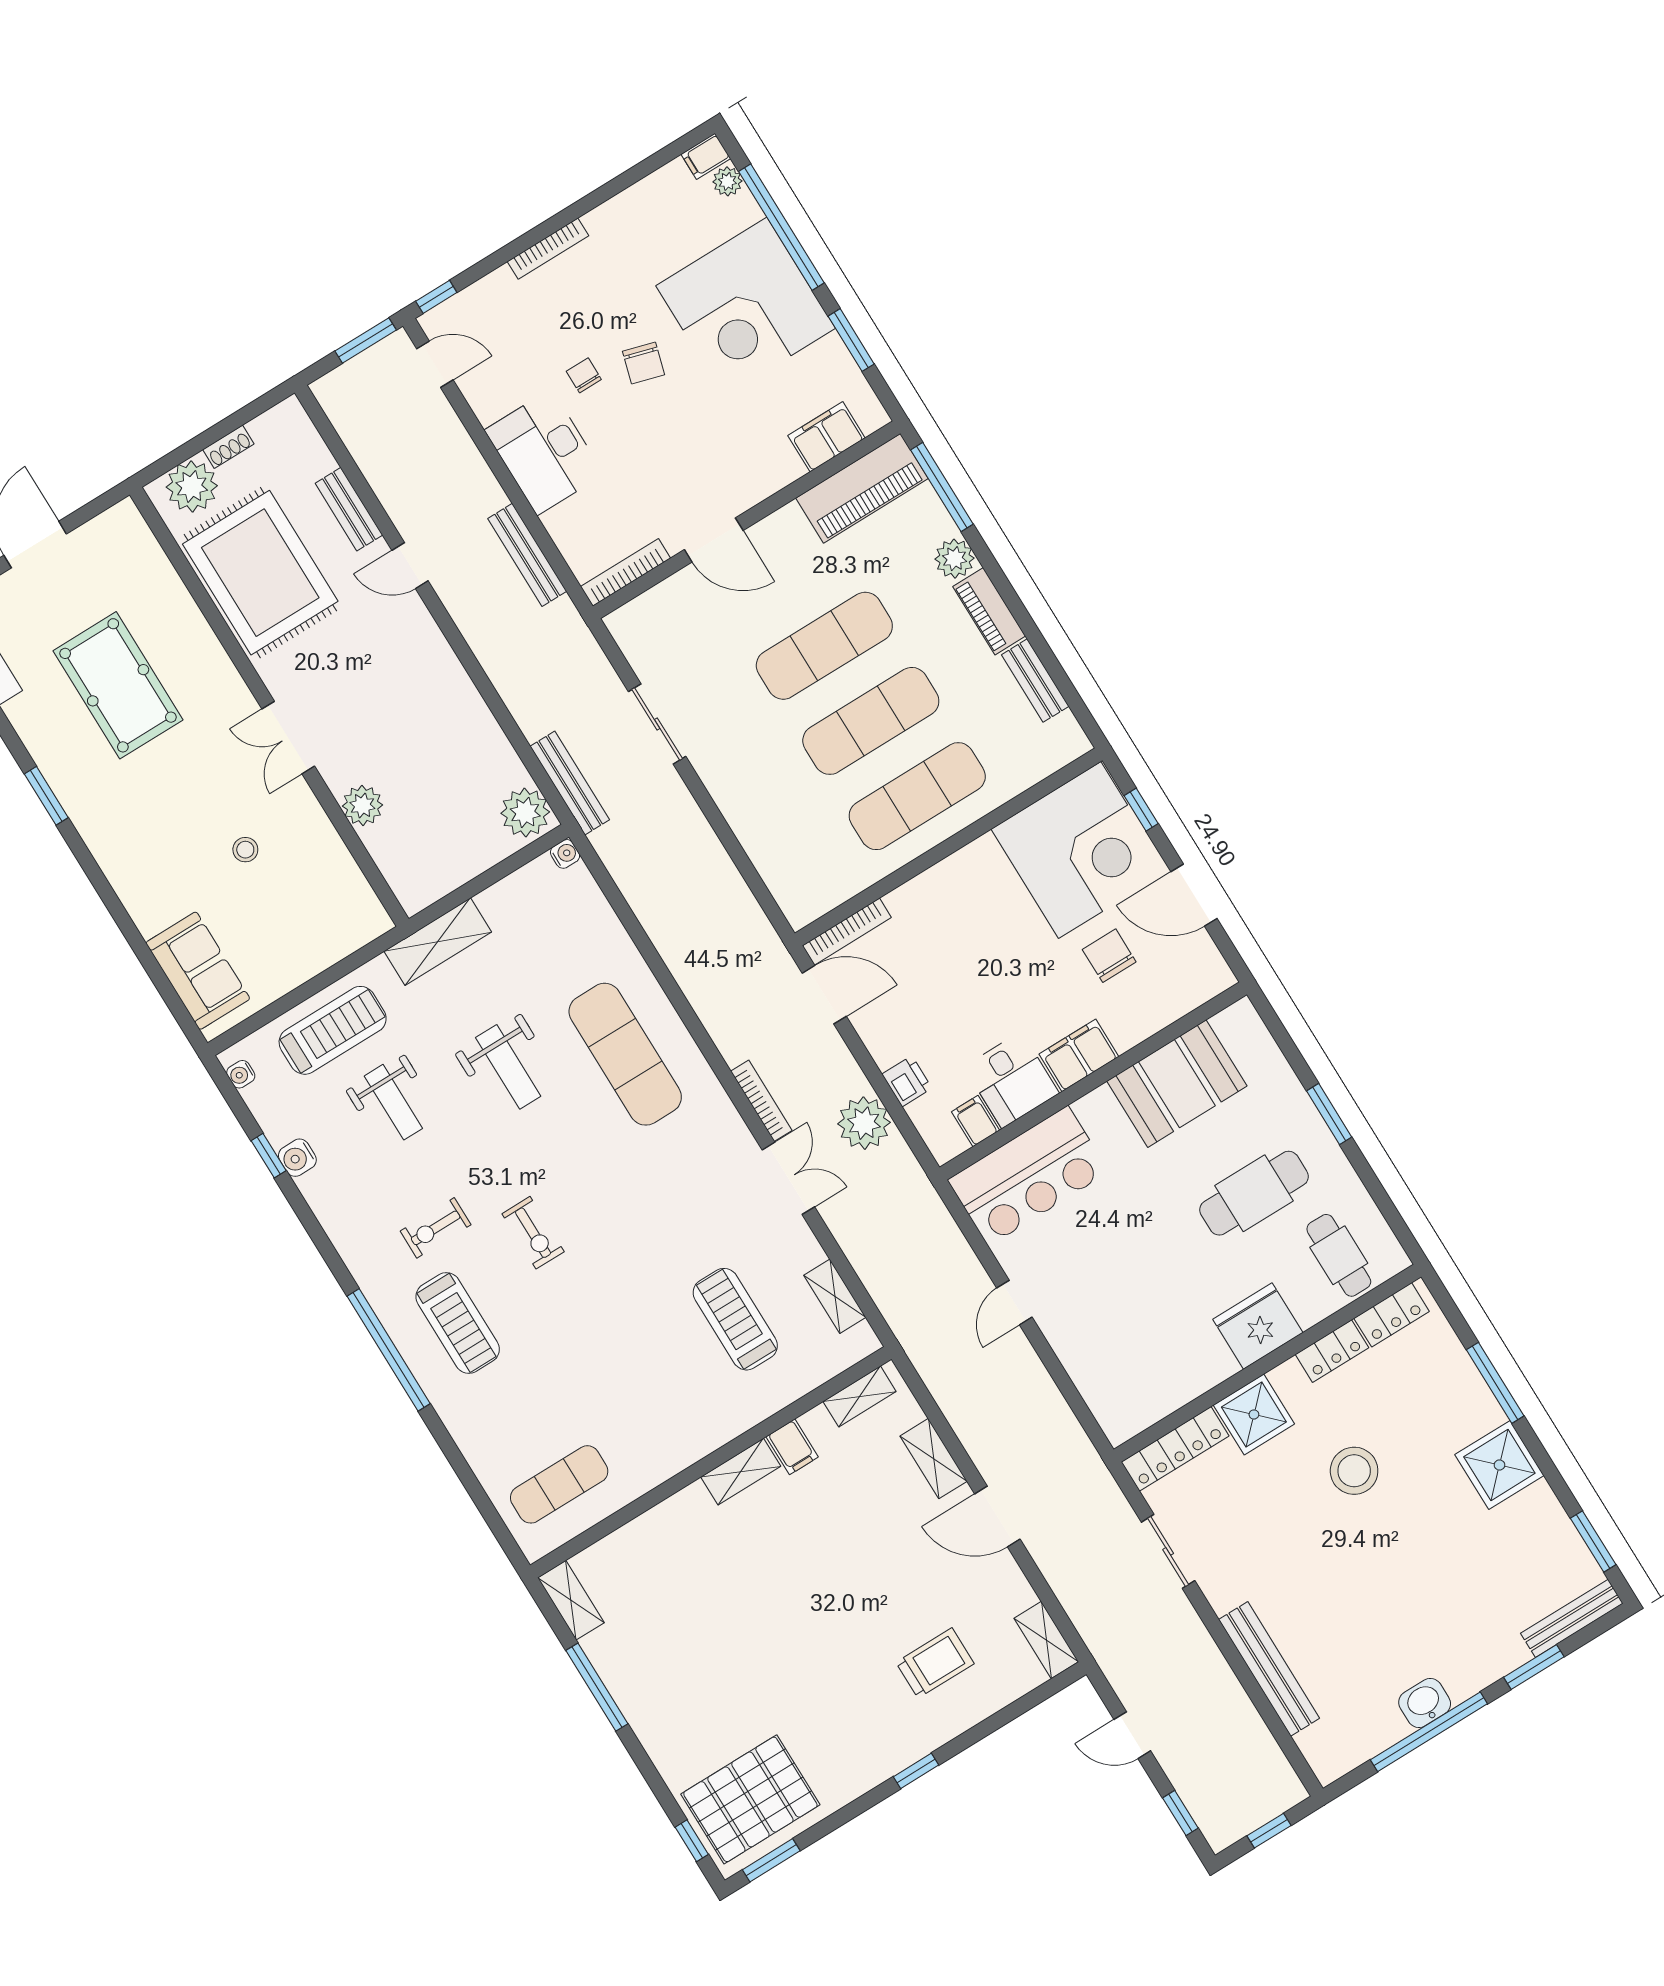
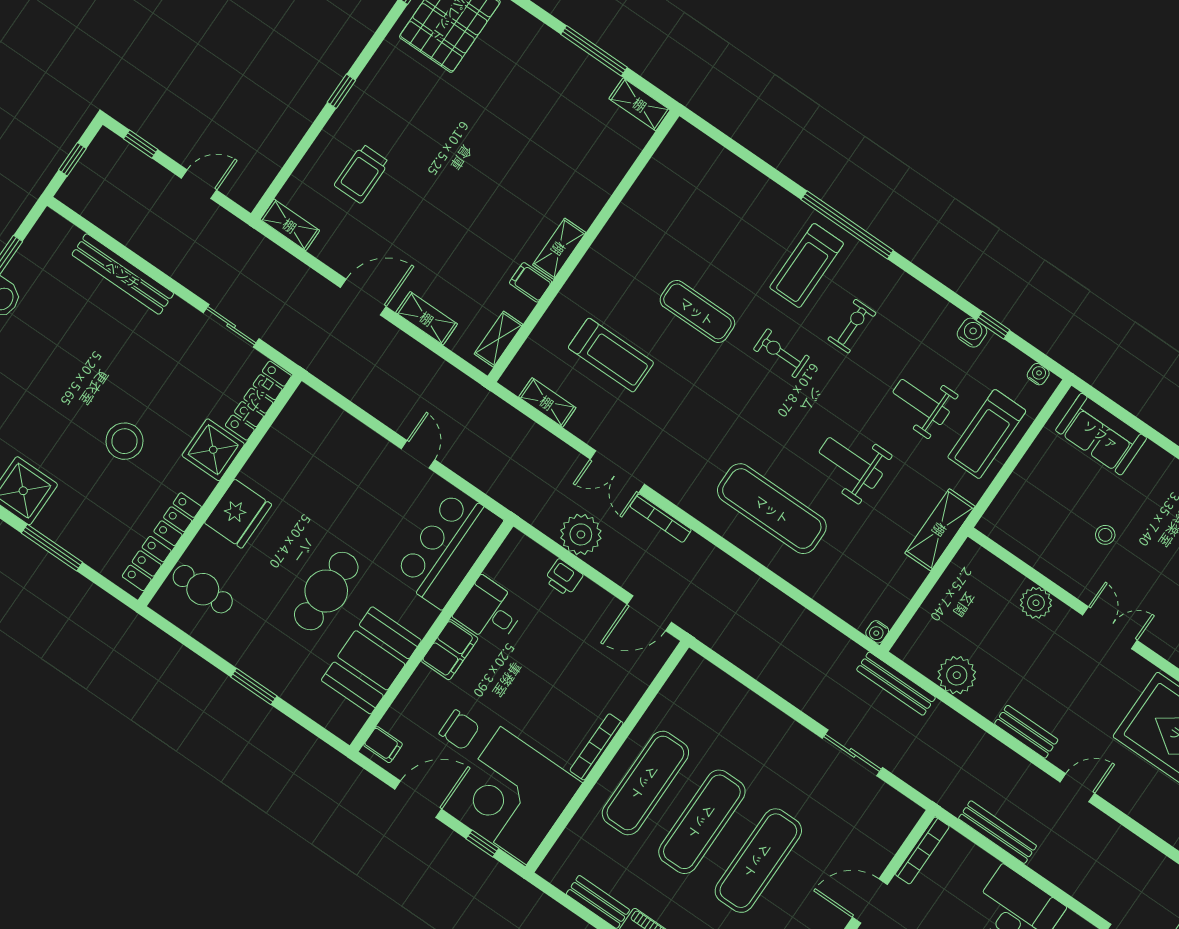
bench: (349, 509) -> (1026, 732), moved
plant: (525, 813) -> (957, 675), moved
bookcase: (847, 932) -> (597, 747), moved
filing cabinet: (975, 1121) -> (383, 745), moved
cafe table: (1254, 1193) -> (326, 591), moved
treadmill: (458, 1323) -> (807, 265), turned -90
exercise mat: (559, 1484) -> (697, 311), moved, turned 90

